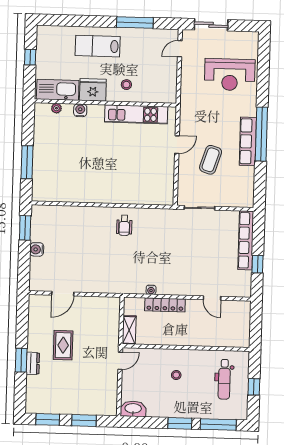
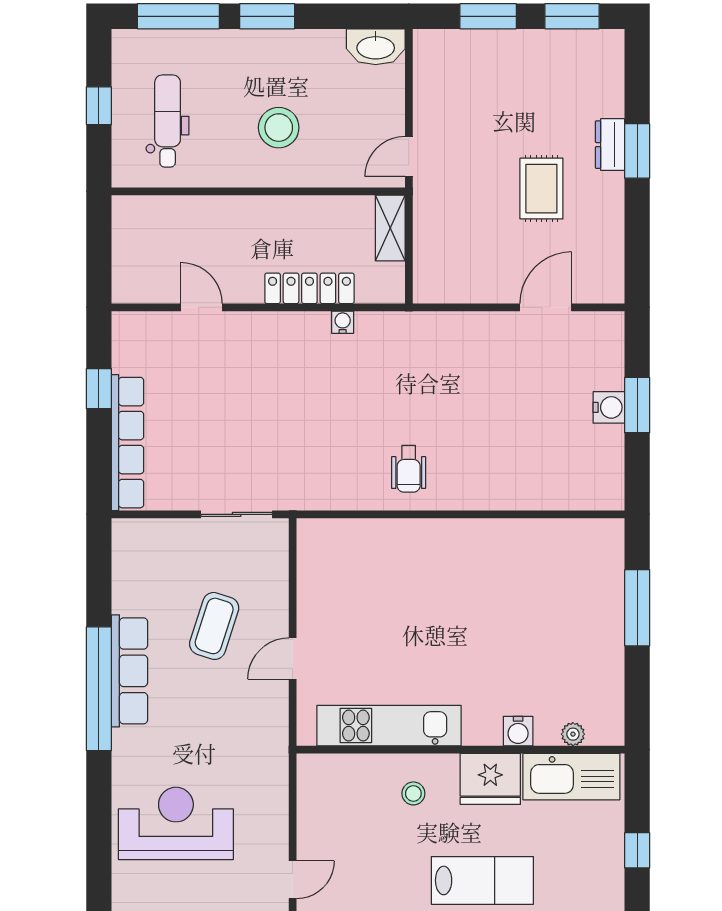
wheelchair: (124, 225) -> (409, 469), turned 180
window: (25, 228) -> (637, 405), moved
stool: (176, 375) -> (279, 128), width x1.89, depth x1.89

